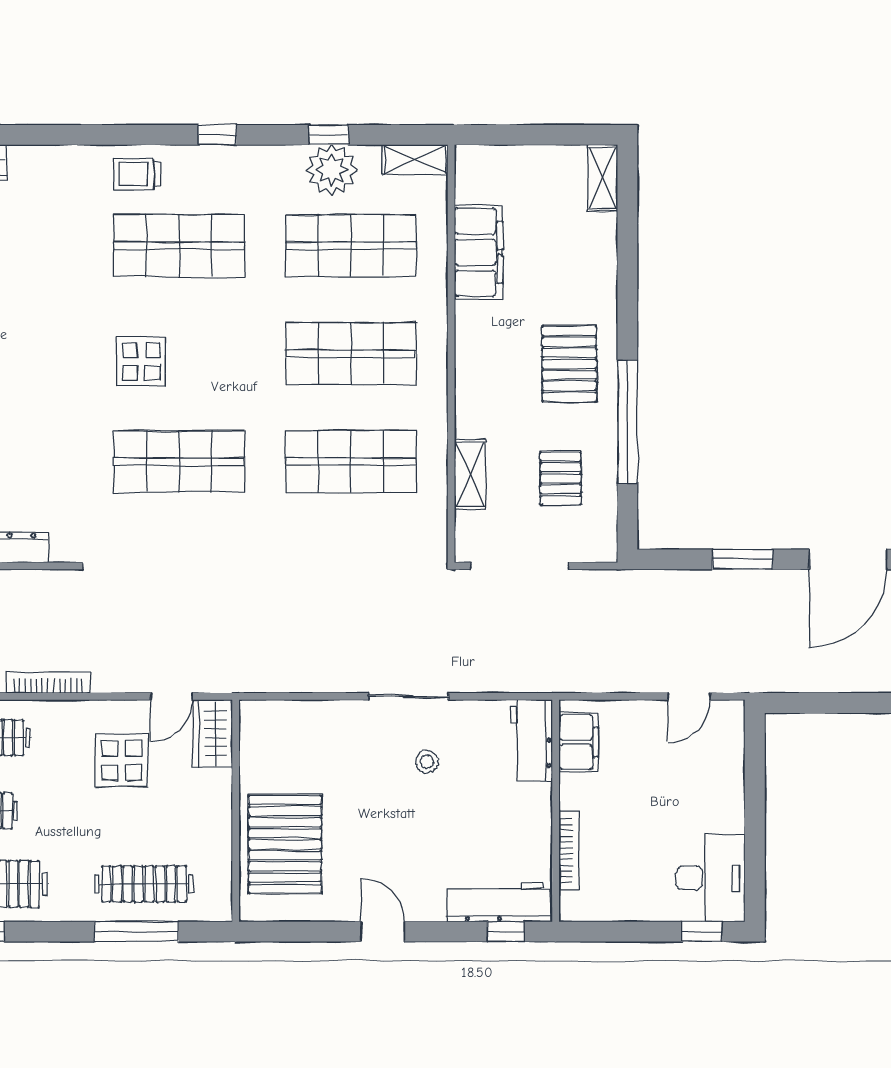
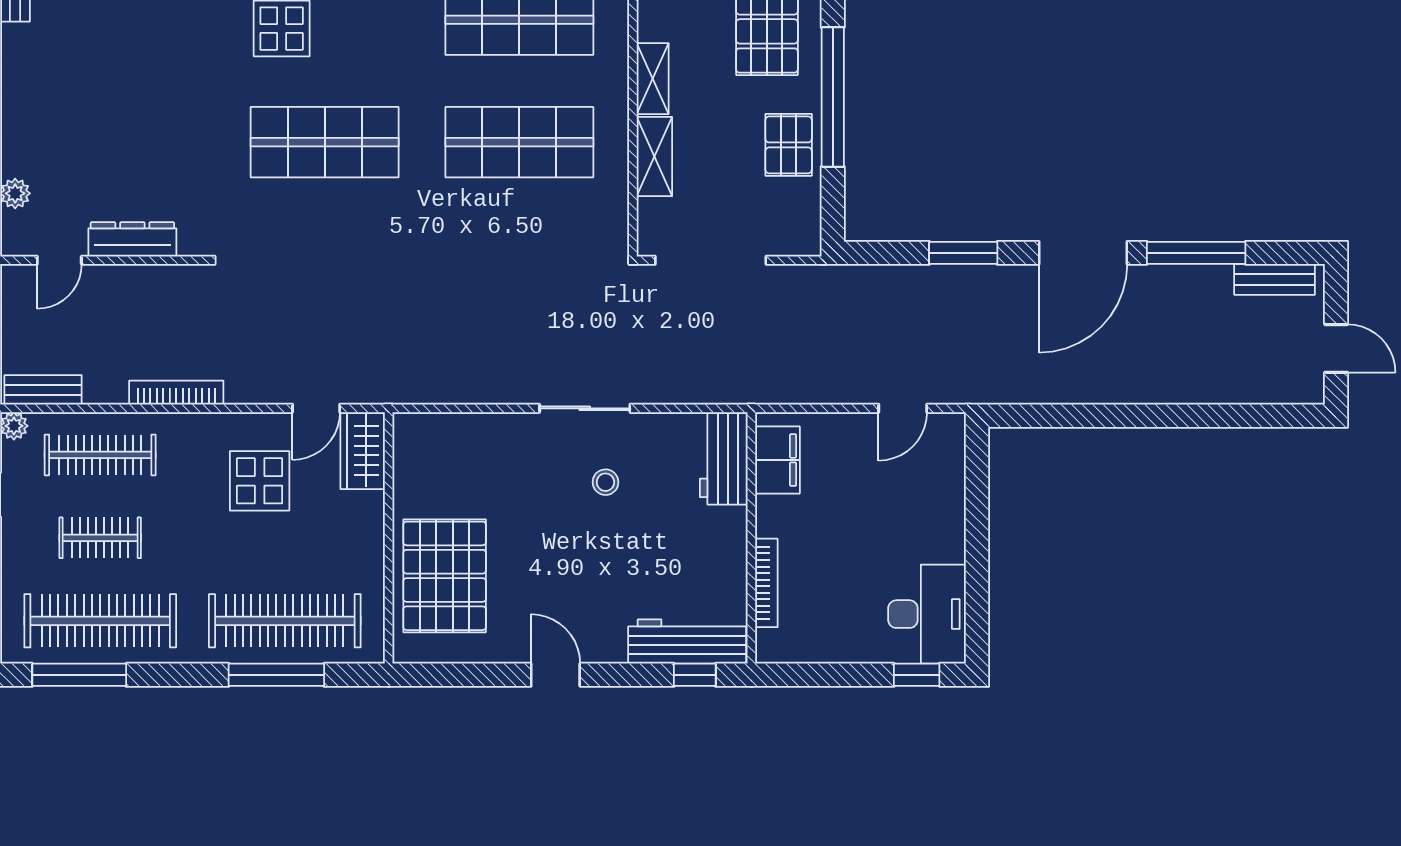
shelving: (468, 405) -> (653, 79), added
pallet: (561, 478) -> (789, 145), moved
clothes rail: (144, 884) -> (285, 621), width x1.37, depth x1.31

